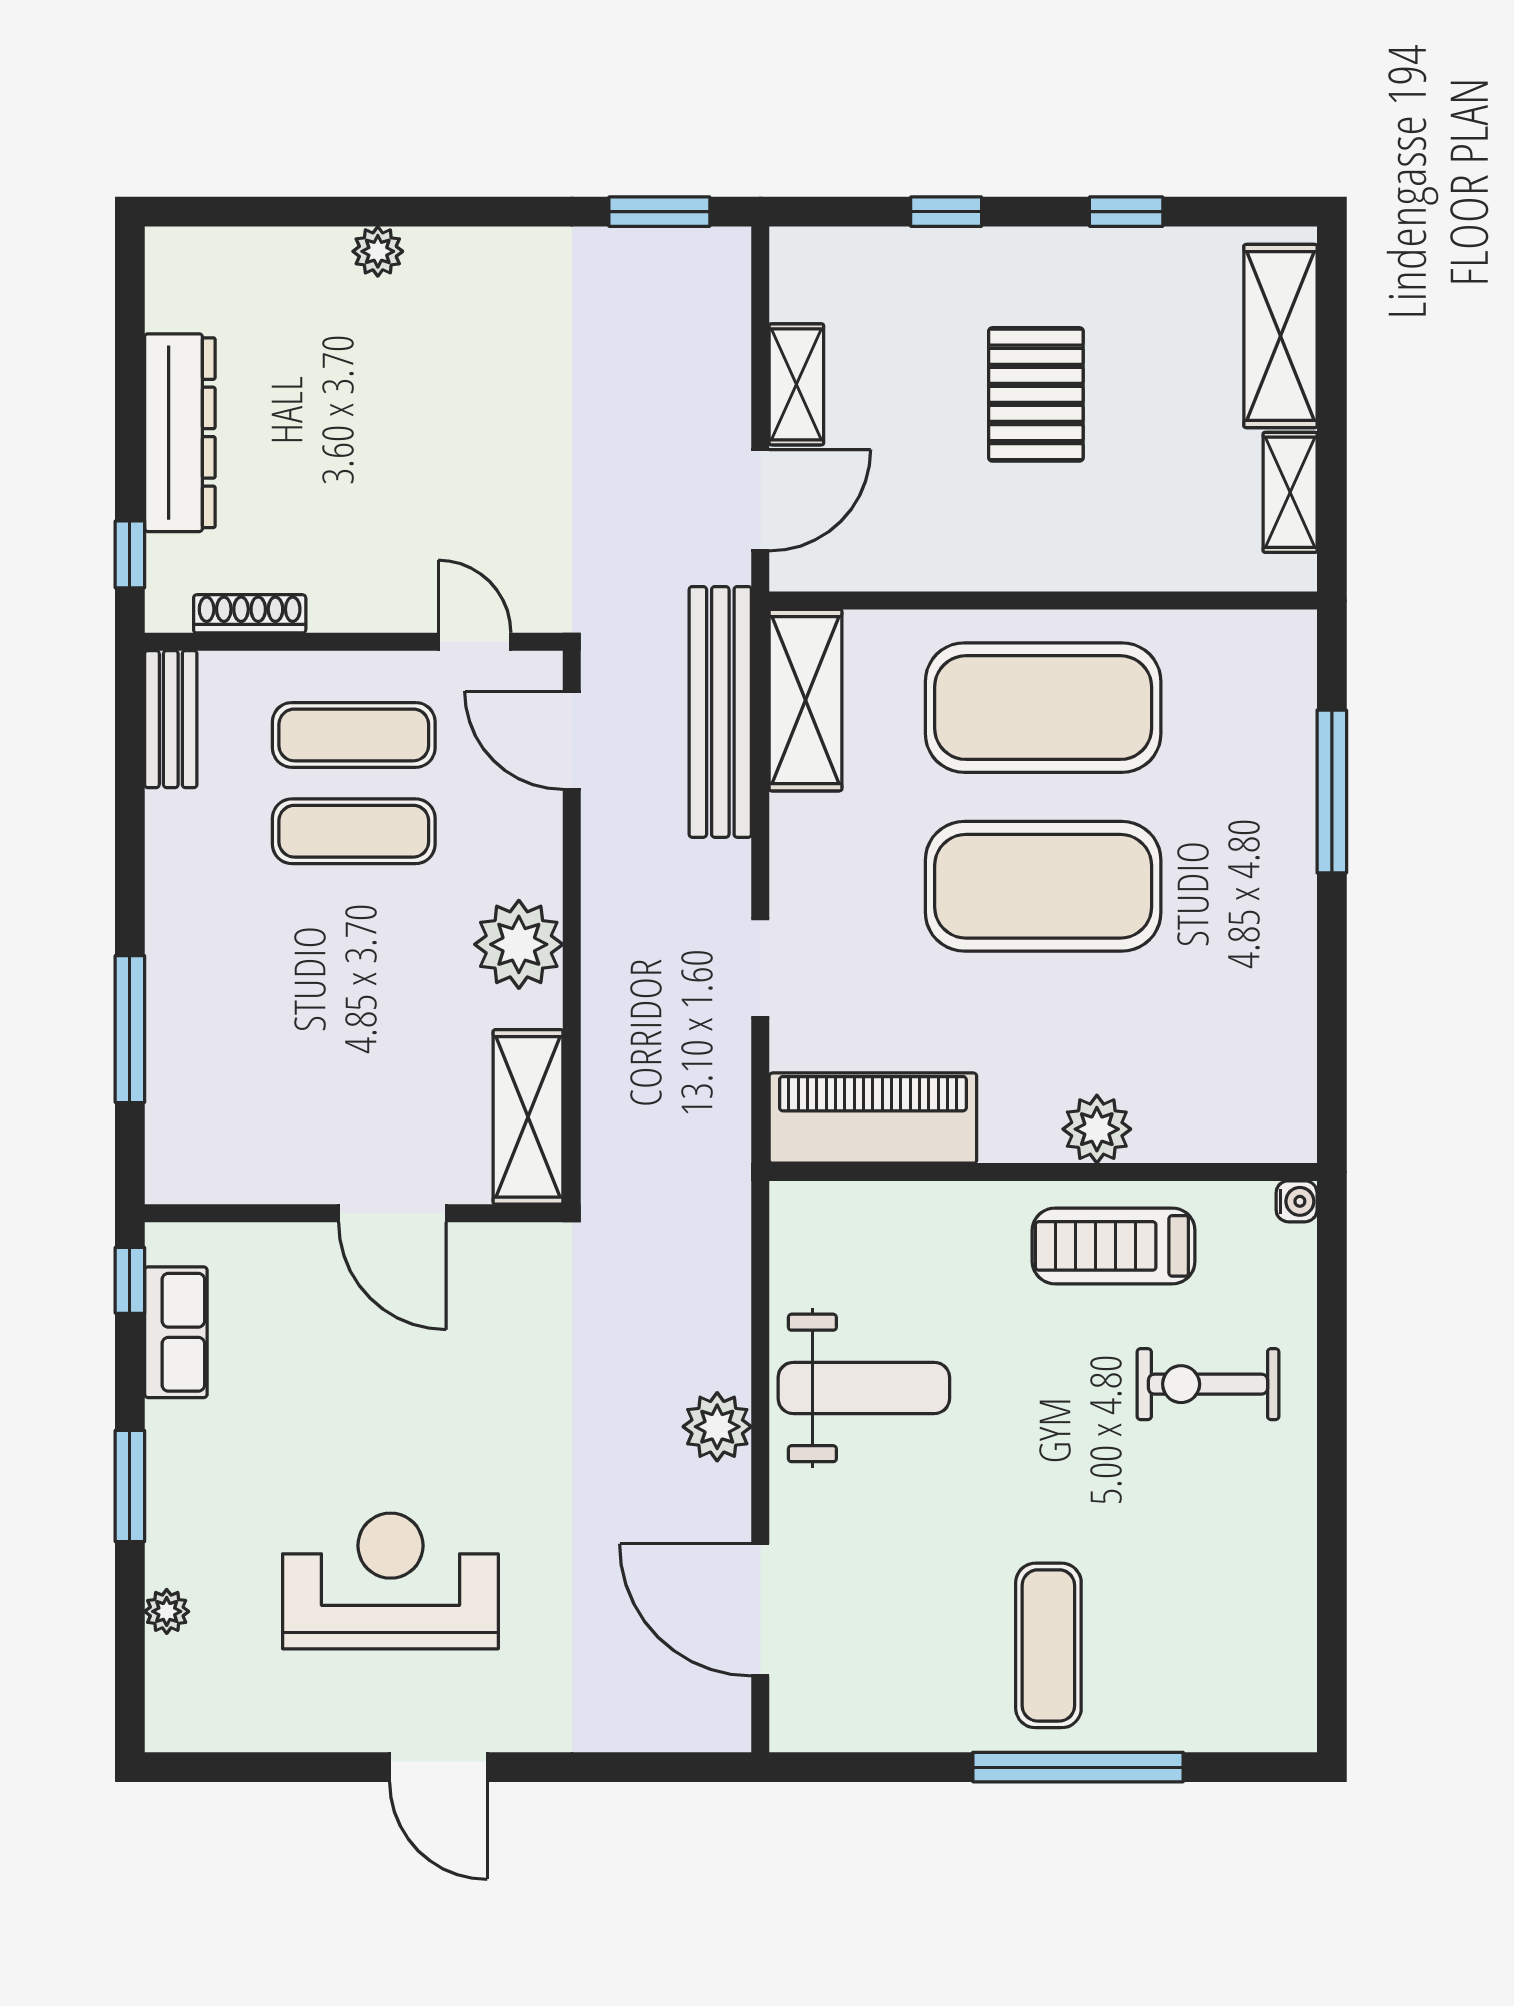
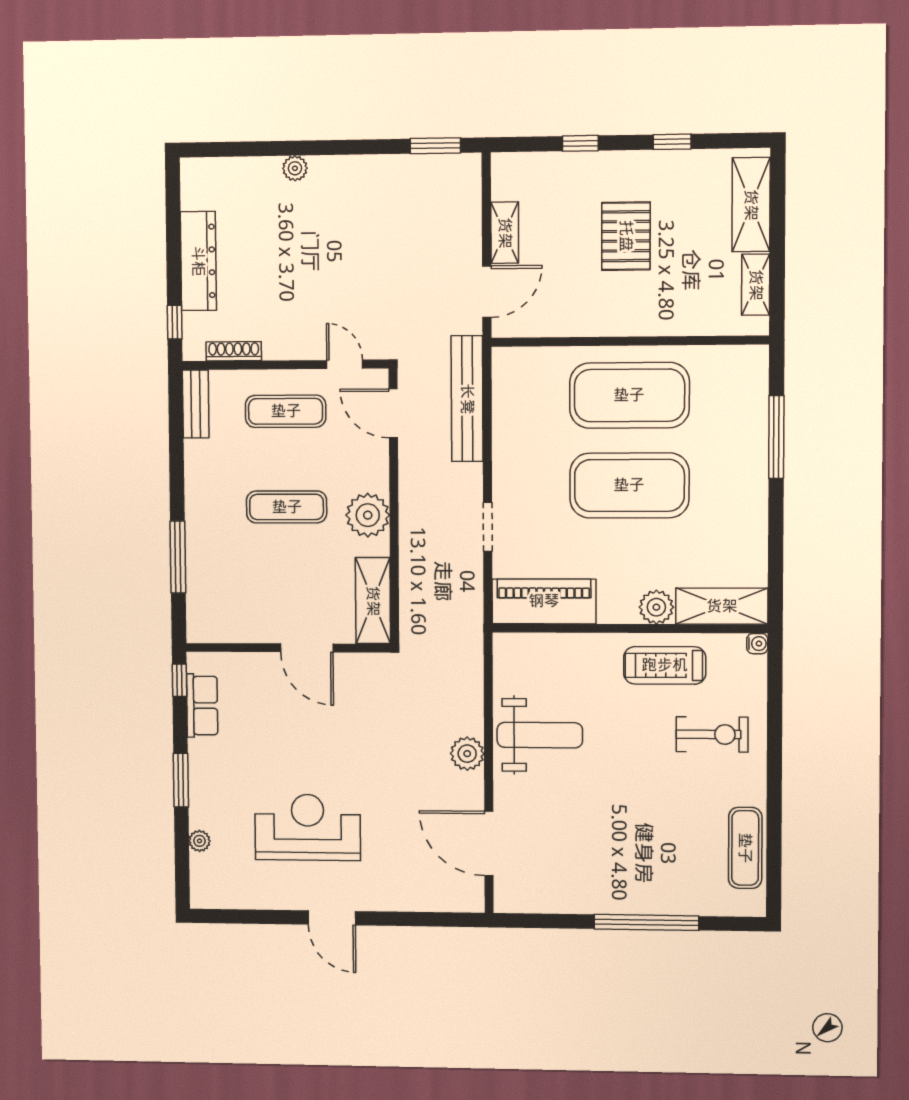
shelving: (805, 700) -> (722, 606), moved, turned 90
exercise mat: (354, 831) -> (287, 507), moved
exercise bike: (1208, 1384) -> (712, 734), turned 180
exercise mat: (1048, 1645) -> (745, 848), moved

